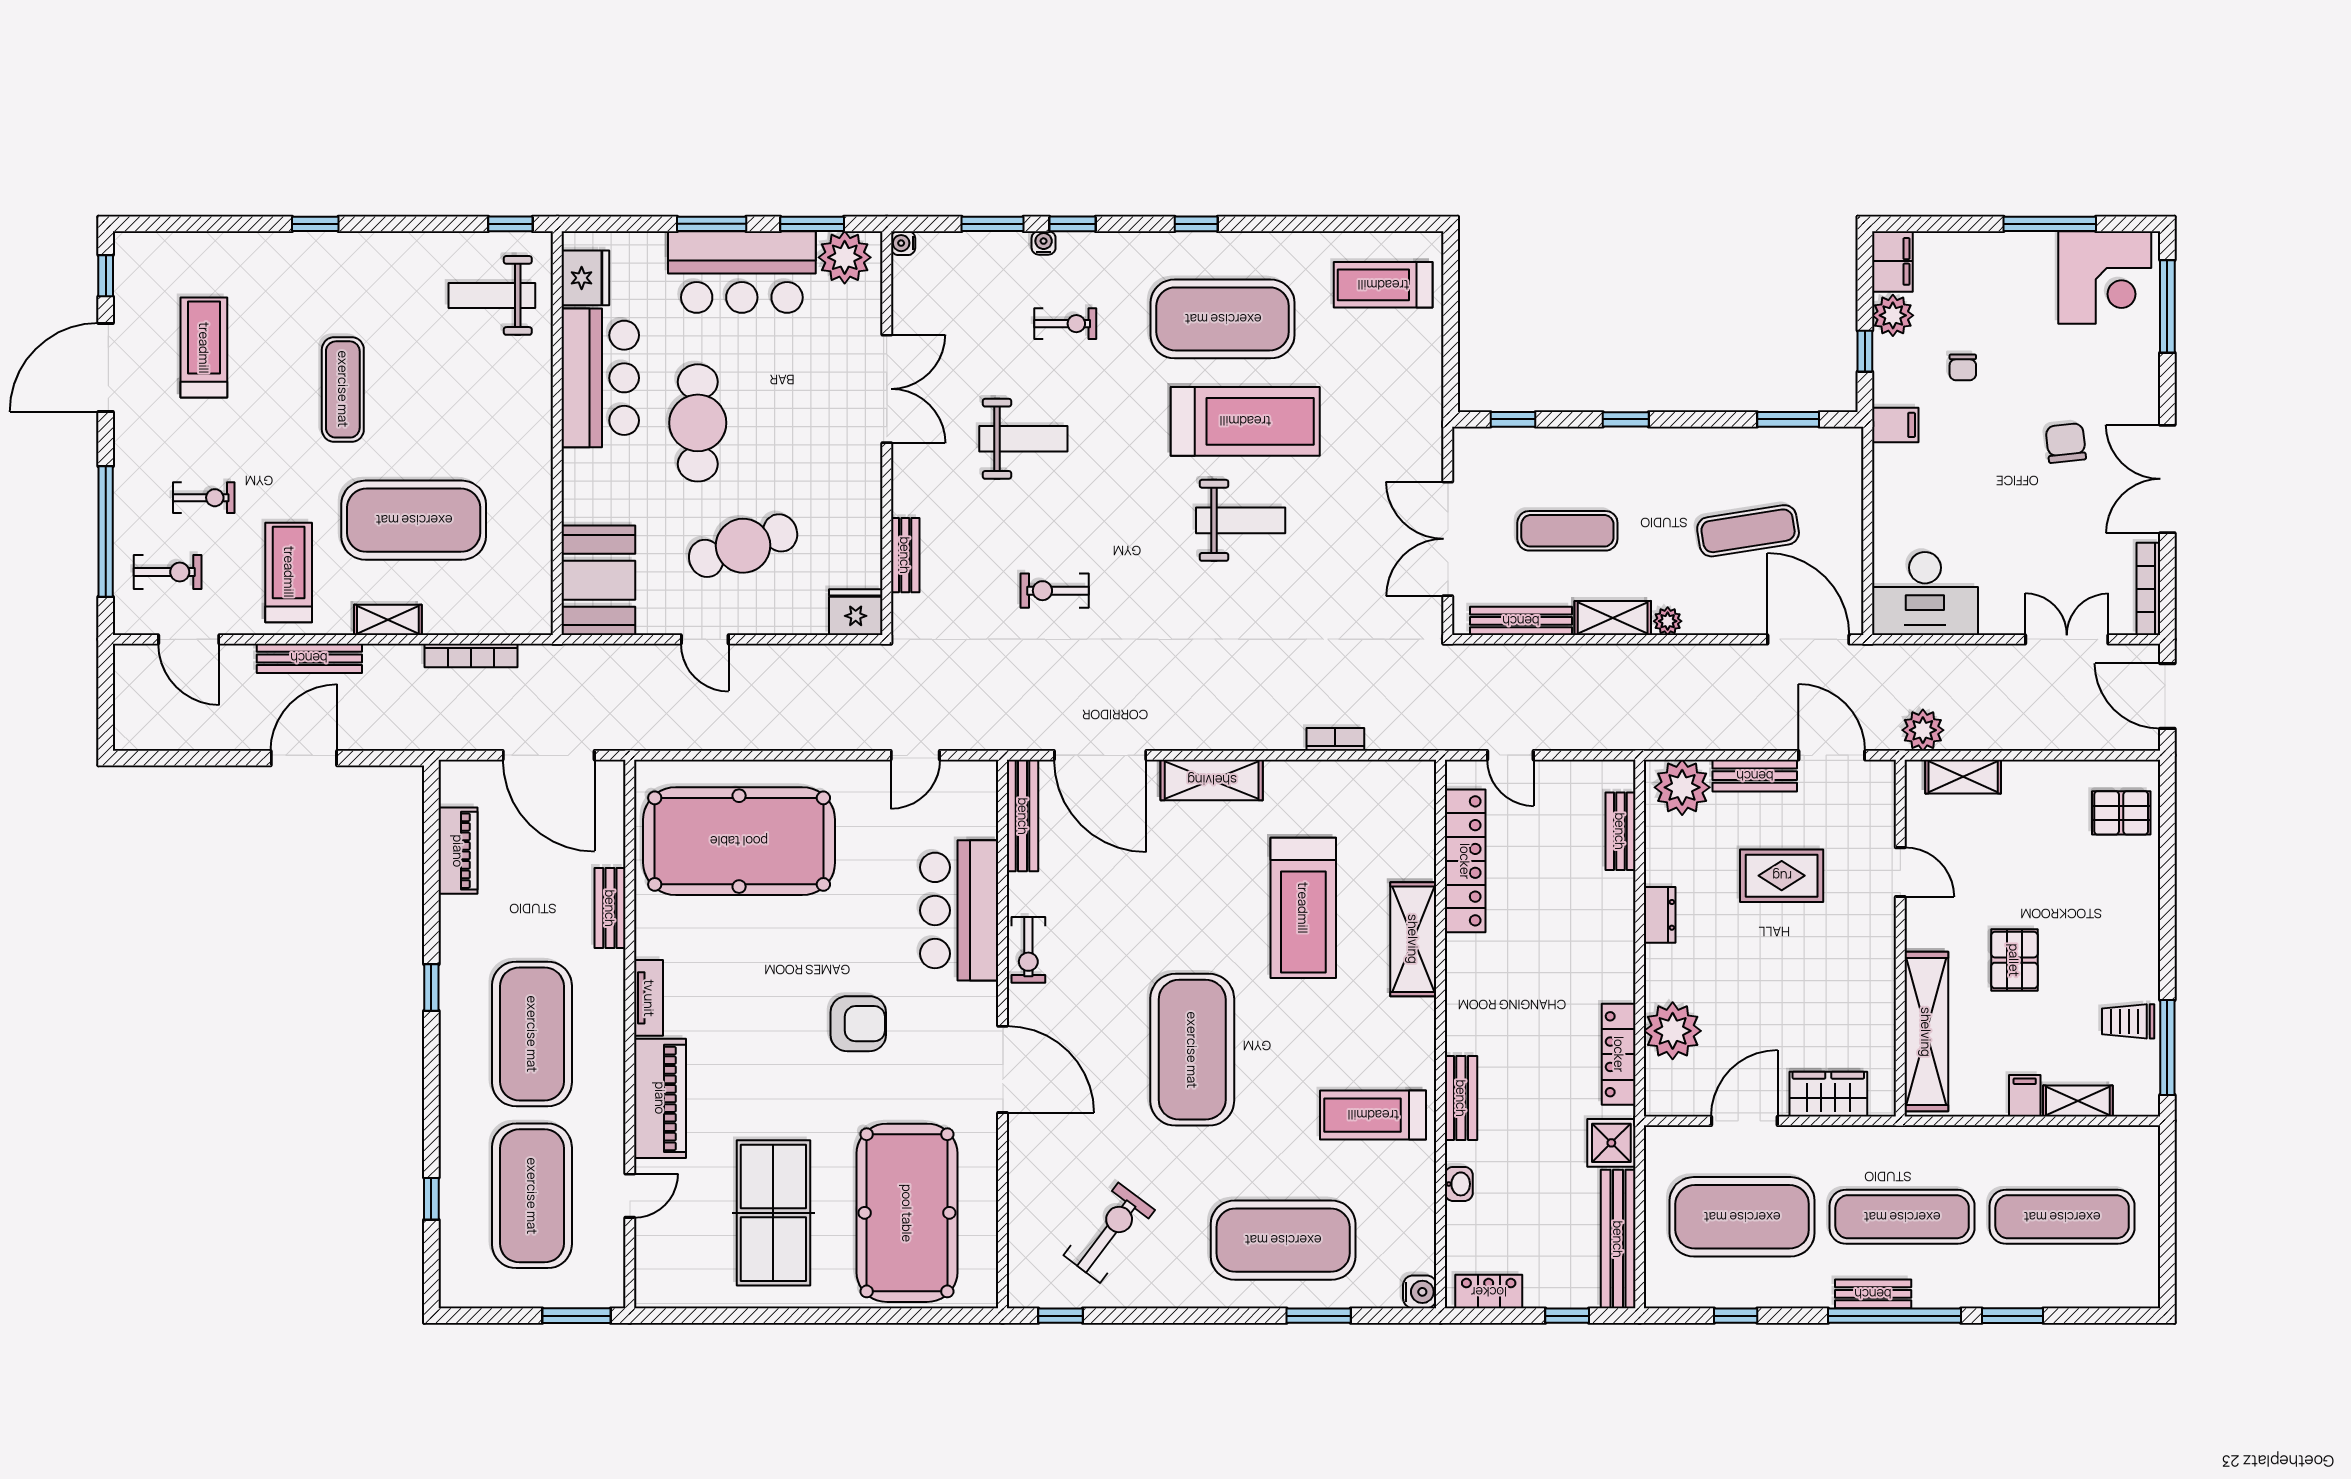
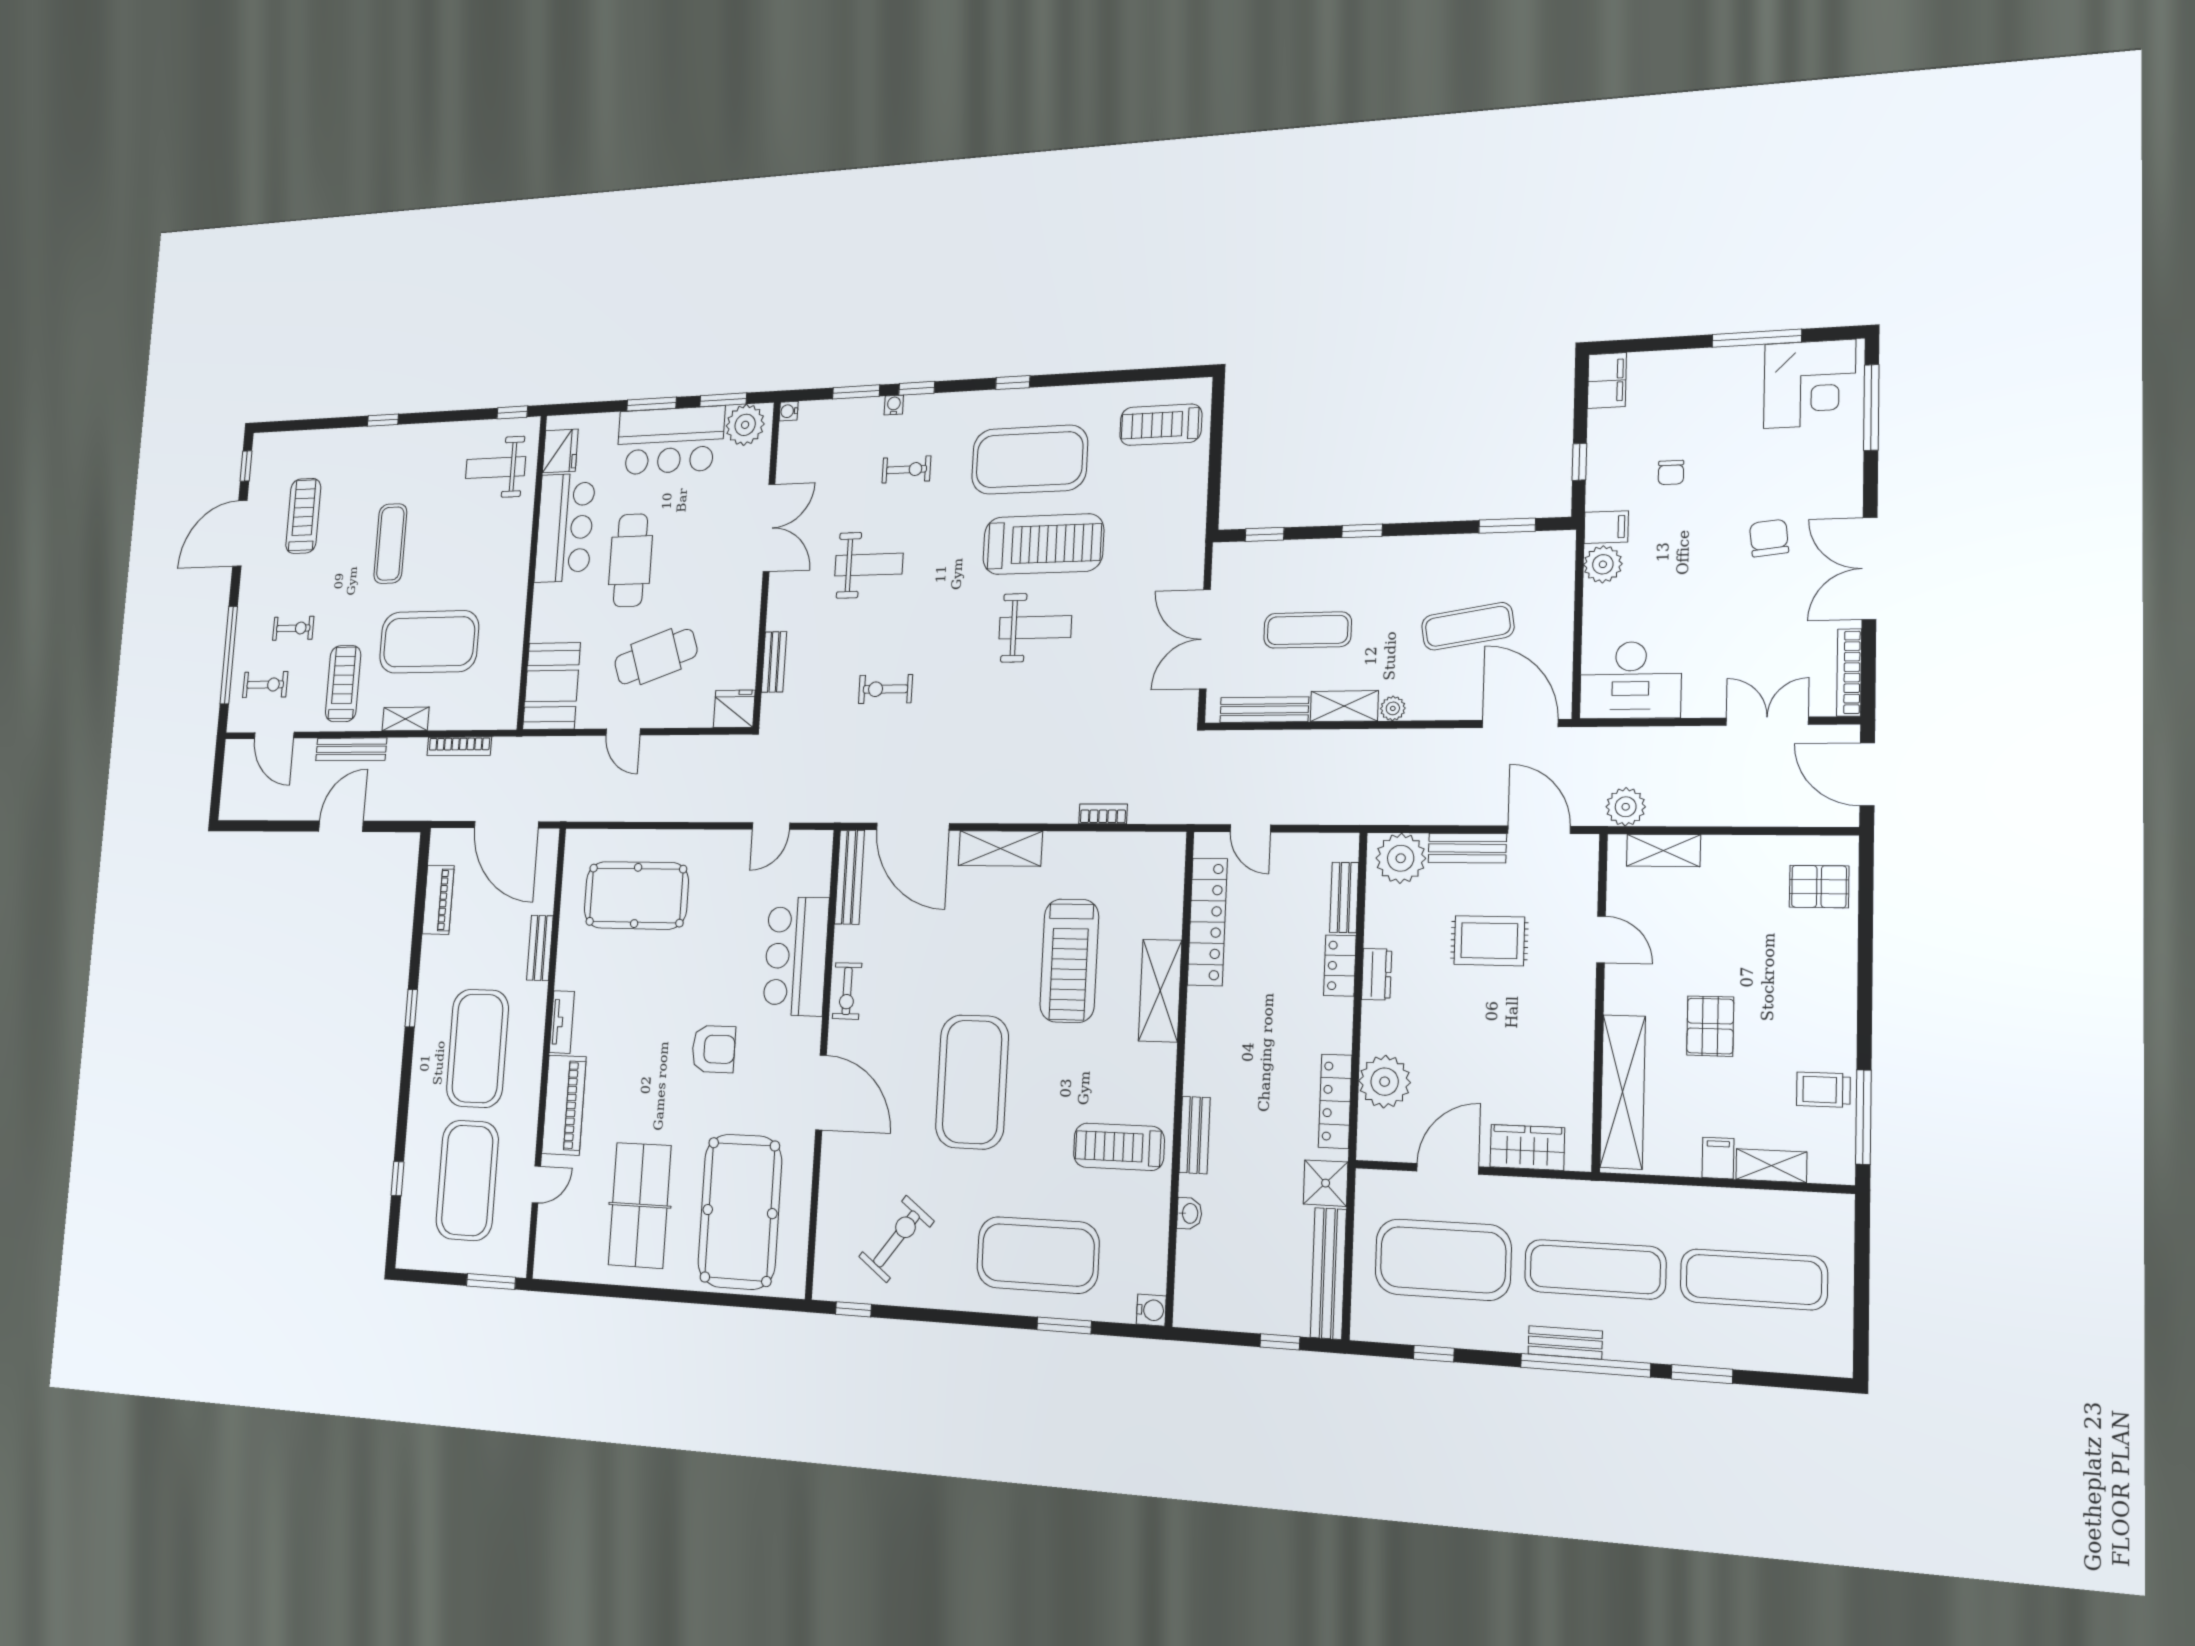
plant: (1893, 315) -> (1603, 564), moved
pool table: (739, 841) -> (636, 895), width x0.73, depth x0.76
locker: (1489, 1292) -> (1340, 966), moved, turned -90

